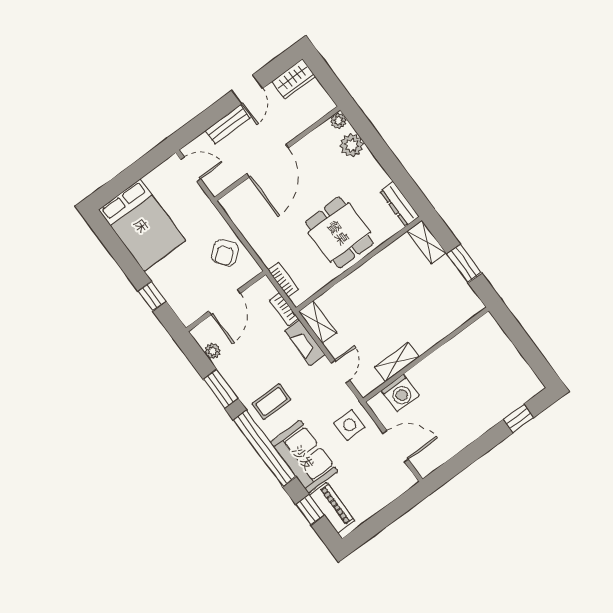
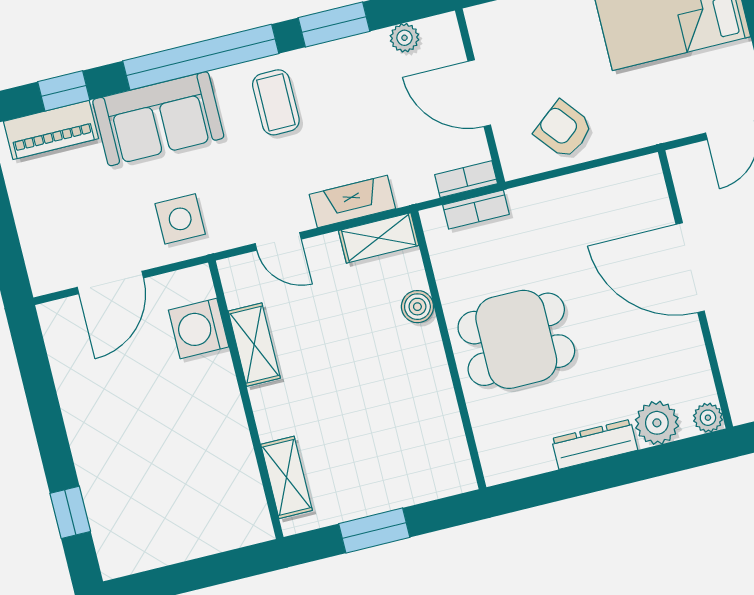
dresser: (399, 204) -> (595, 444), moved
shelving: (427, 242) -> (287, 477), moved, turned 90
boiler: (344, 289) -> (417, 307), added
bookcase: (284, 309) -> (466, 179), moved

